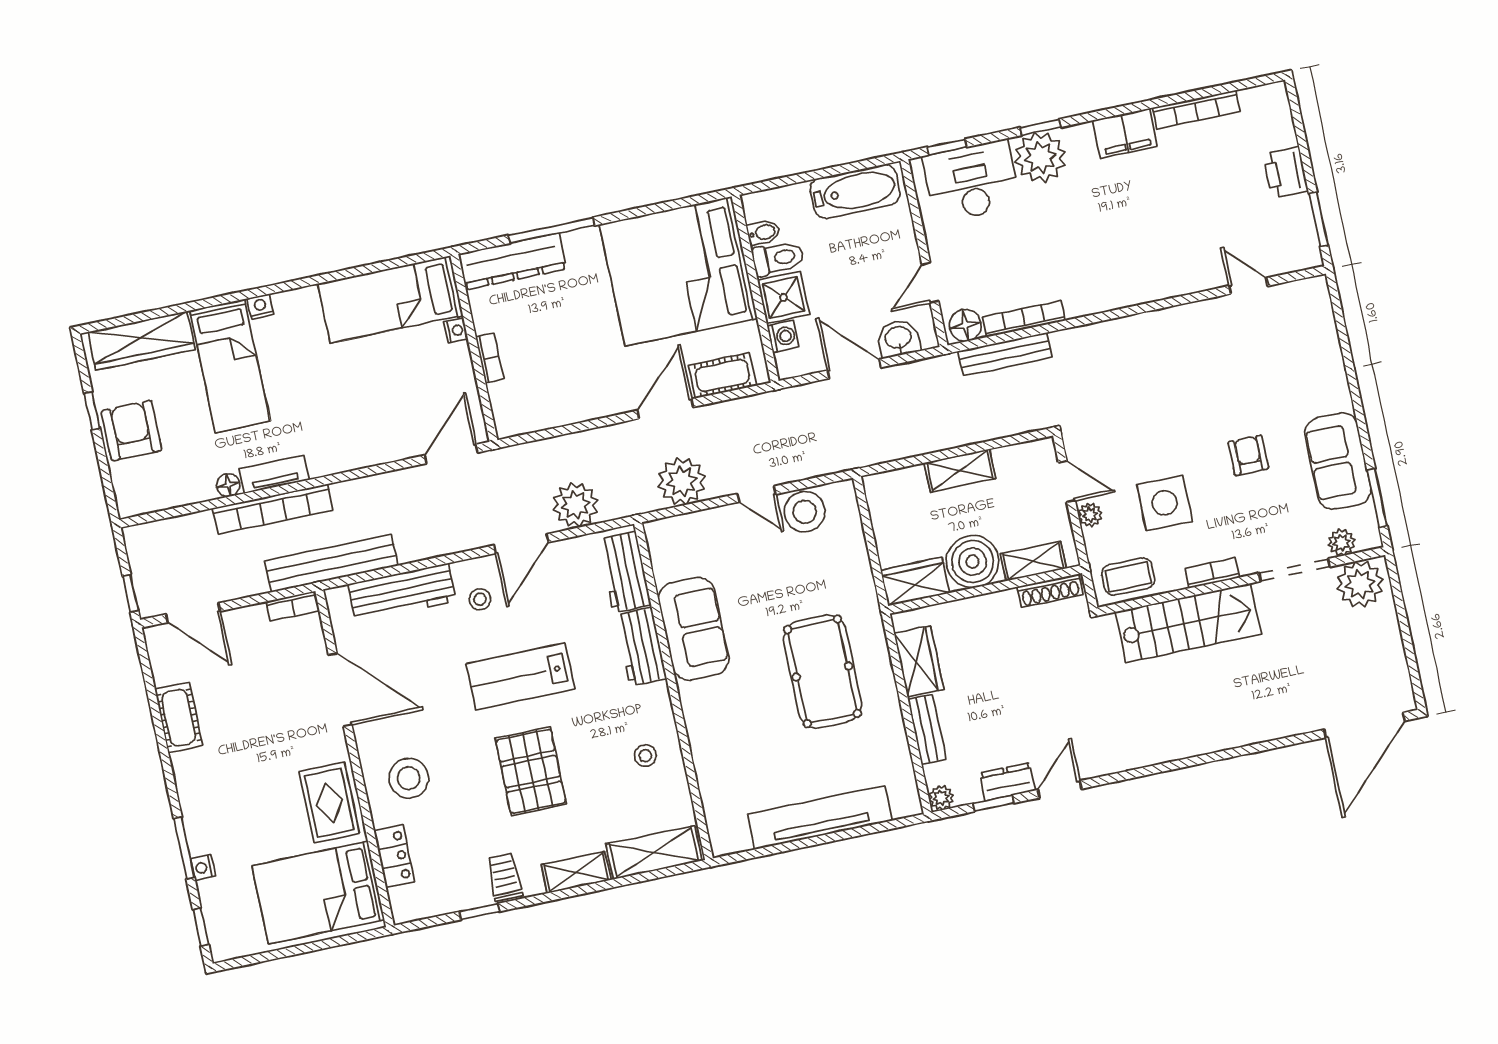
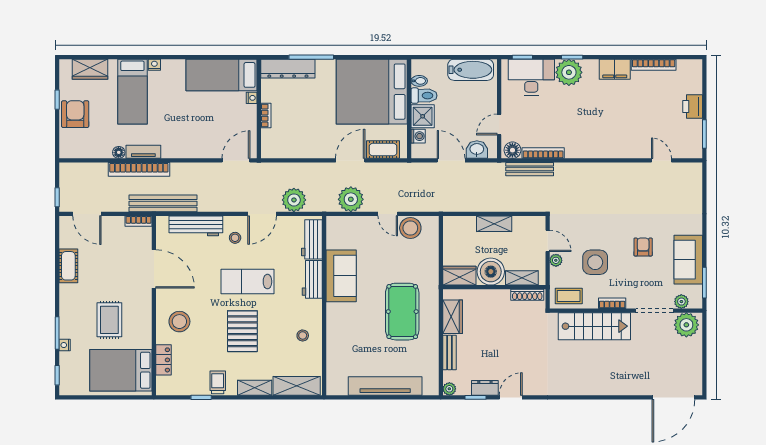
wardrobe: (142, 341) -> (90, 69), width x0.67
rug: (329, 803) -> (109, 320), moved

